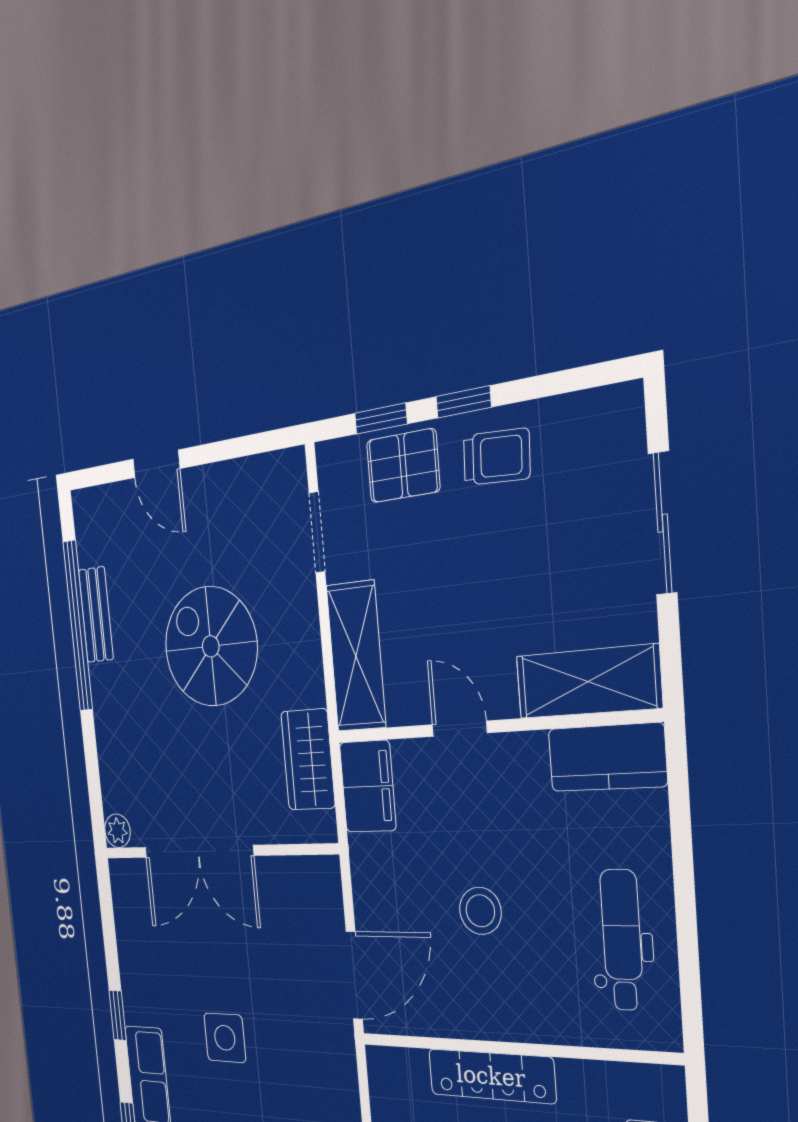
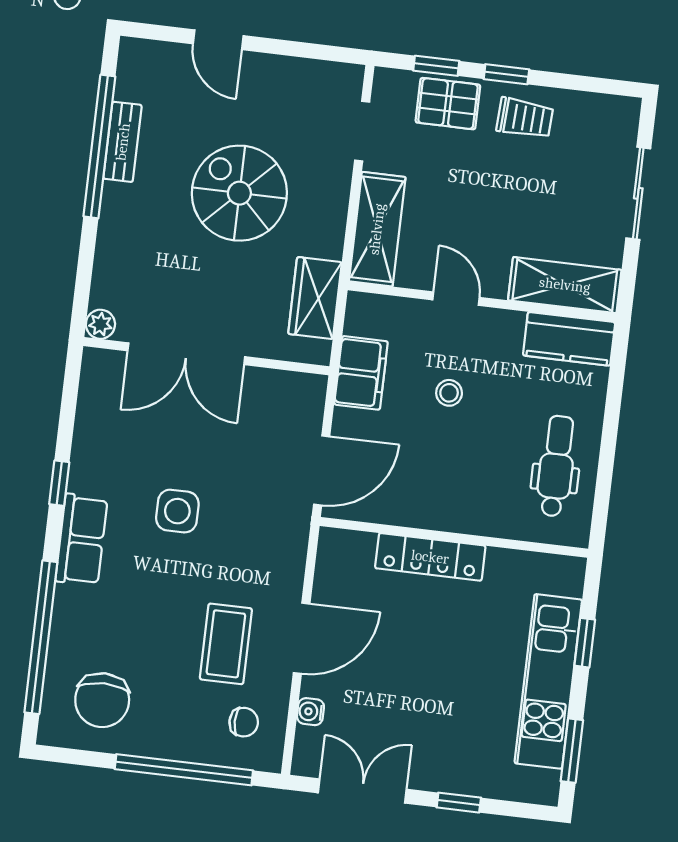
filing cabinet: (368, 786) -> (361, 373), moved
stool: (480, 911) -> (449, 393), moved, width x0.73, depth x0.73

